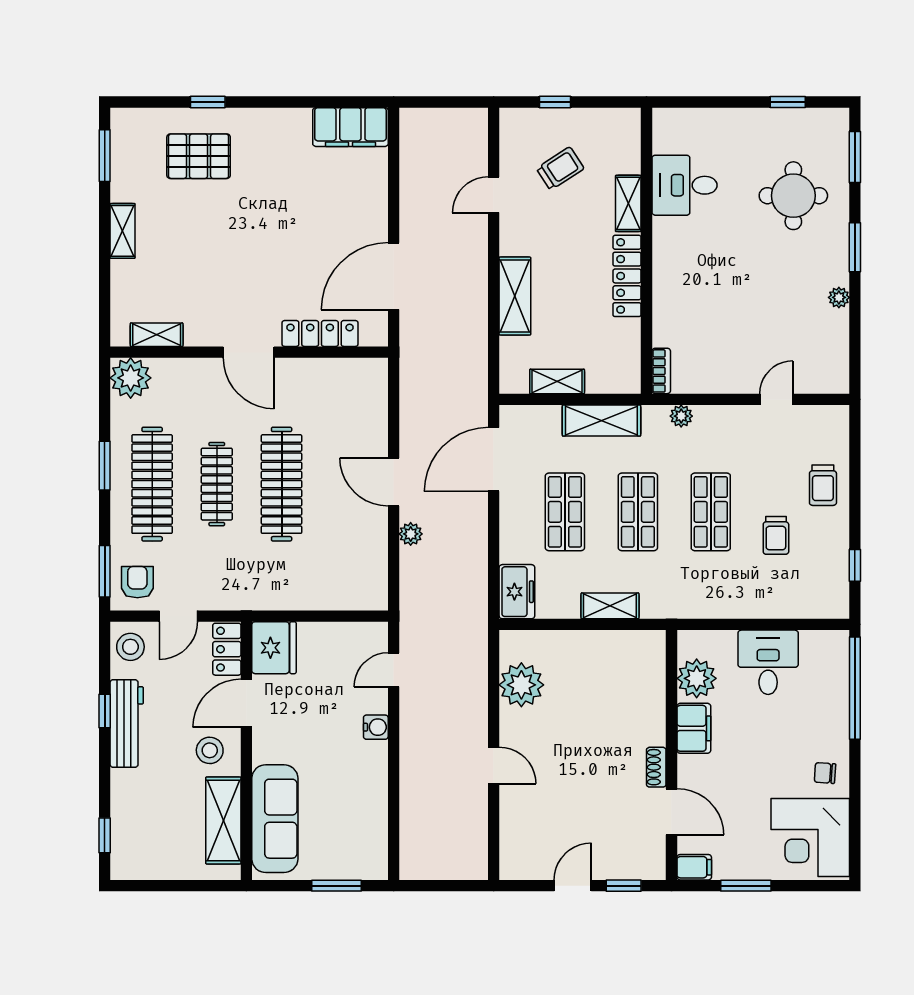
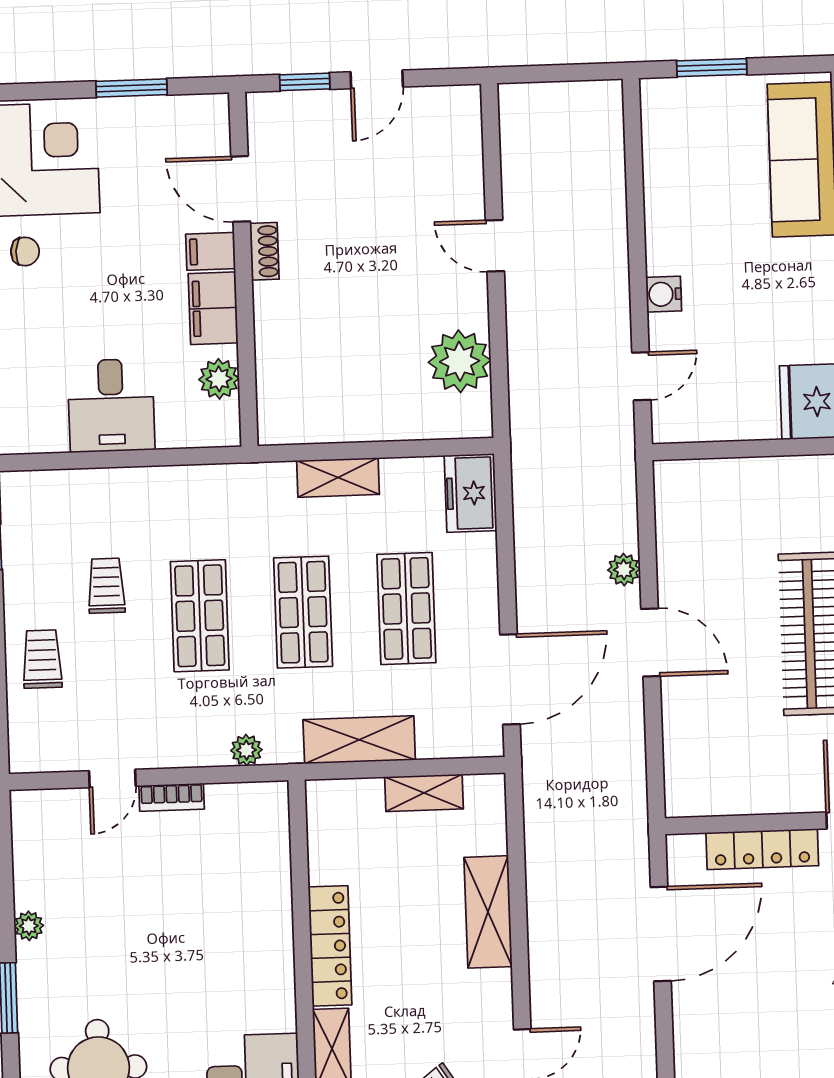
bookcase: (661, 371) -> (172, 797), moved, turned -90
plant: (697, 678) -> (219, 379), width x0.73, depth x0.73
filing cabinet: (694, 867) -> (211, 251), moved

